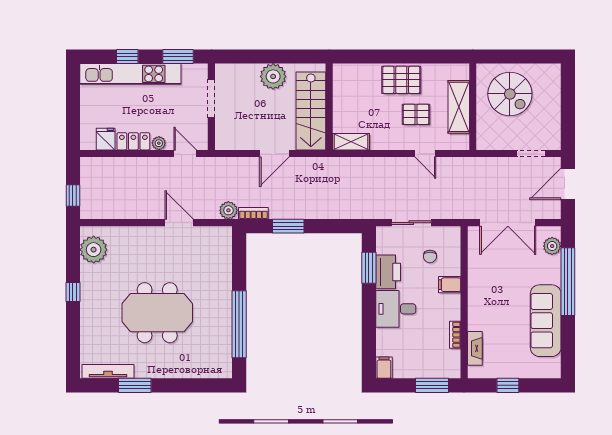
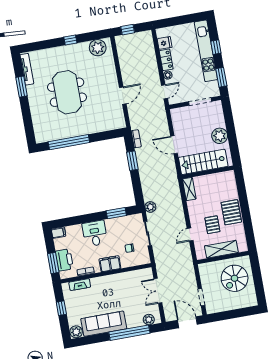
plant: (228, 210) -> (150, 207), moved
double door: (508, 223) -> (158, 291), width x0.73
printer: (388, 272) -> (64, 260), moved, turned -90
filing cabinet: (450, 285) -> (110, 264), width x2.00
plant: (551, 368) -> (76, 332), added

